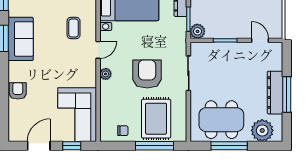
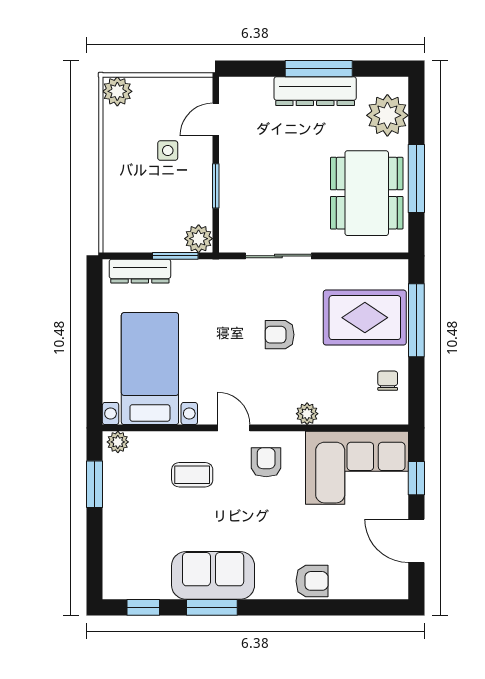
side table: (244, 15) -> (168, 151), added
armchair: (80, 67) -> (266, 462), added
plant: (106, 74) -> (307, 414), moved
armchair: (147, 74) -> (280, 335), width x0.53, depth x0.53
armchair: (18, 91) -> (312, 581), turned 180

